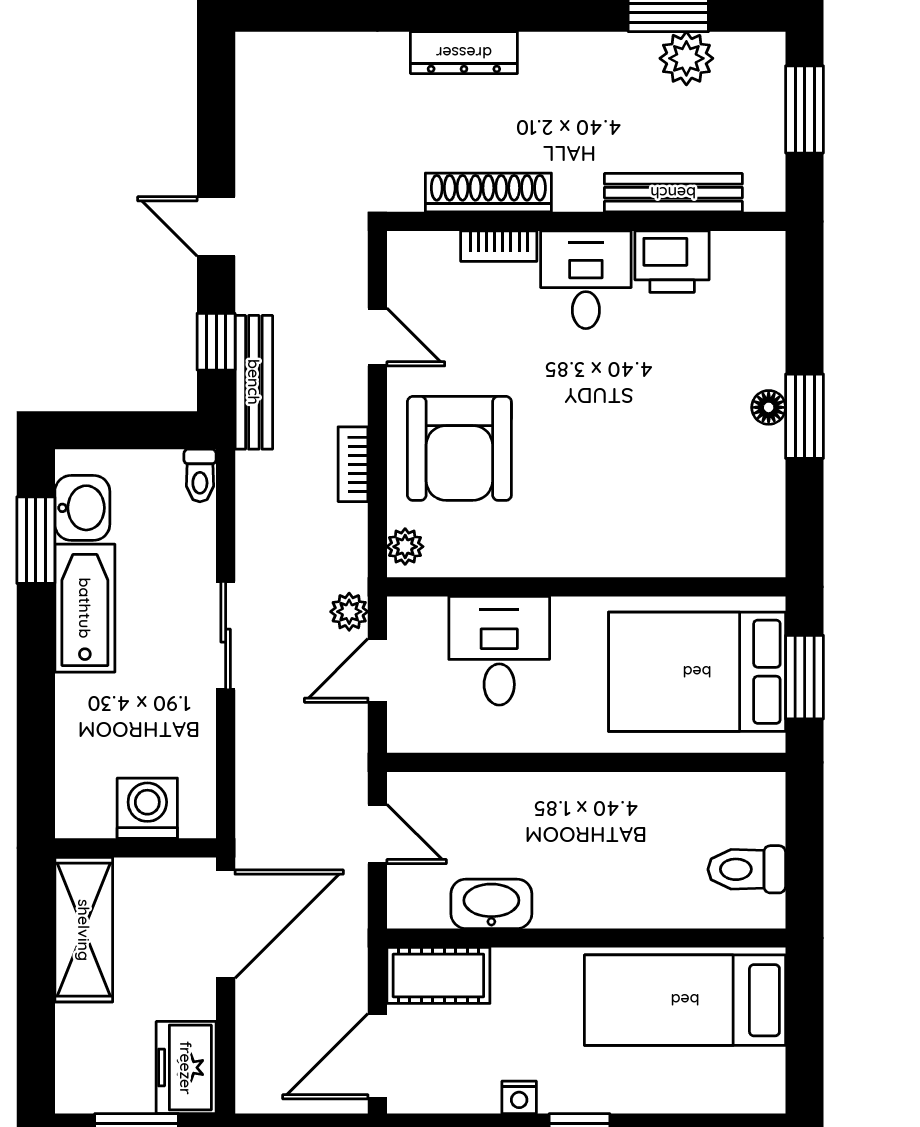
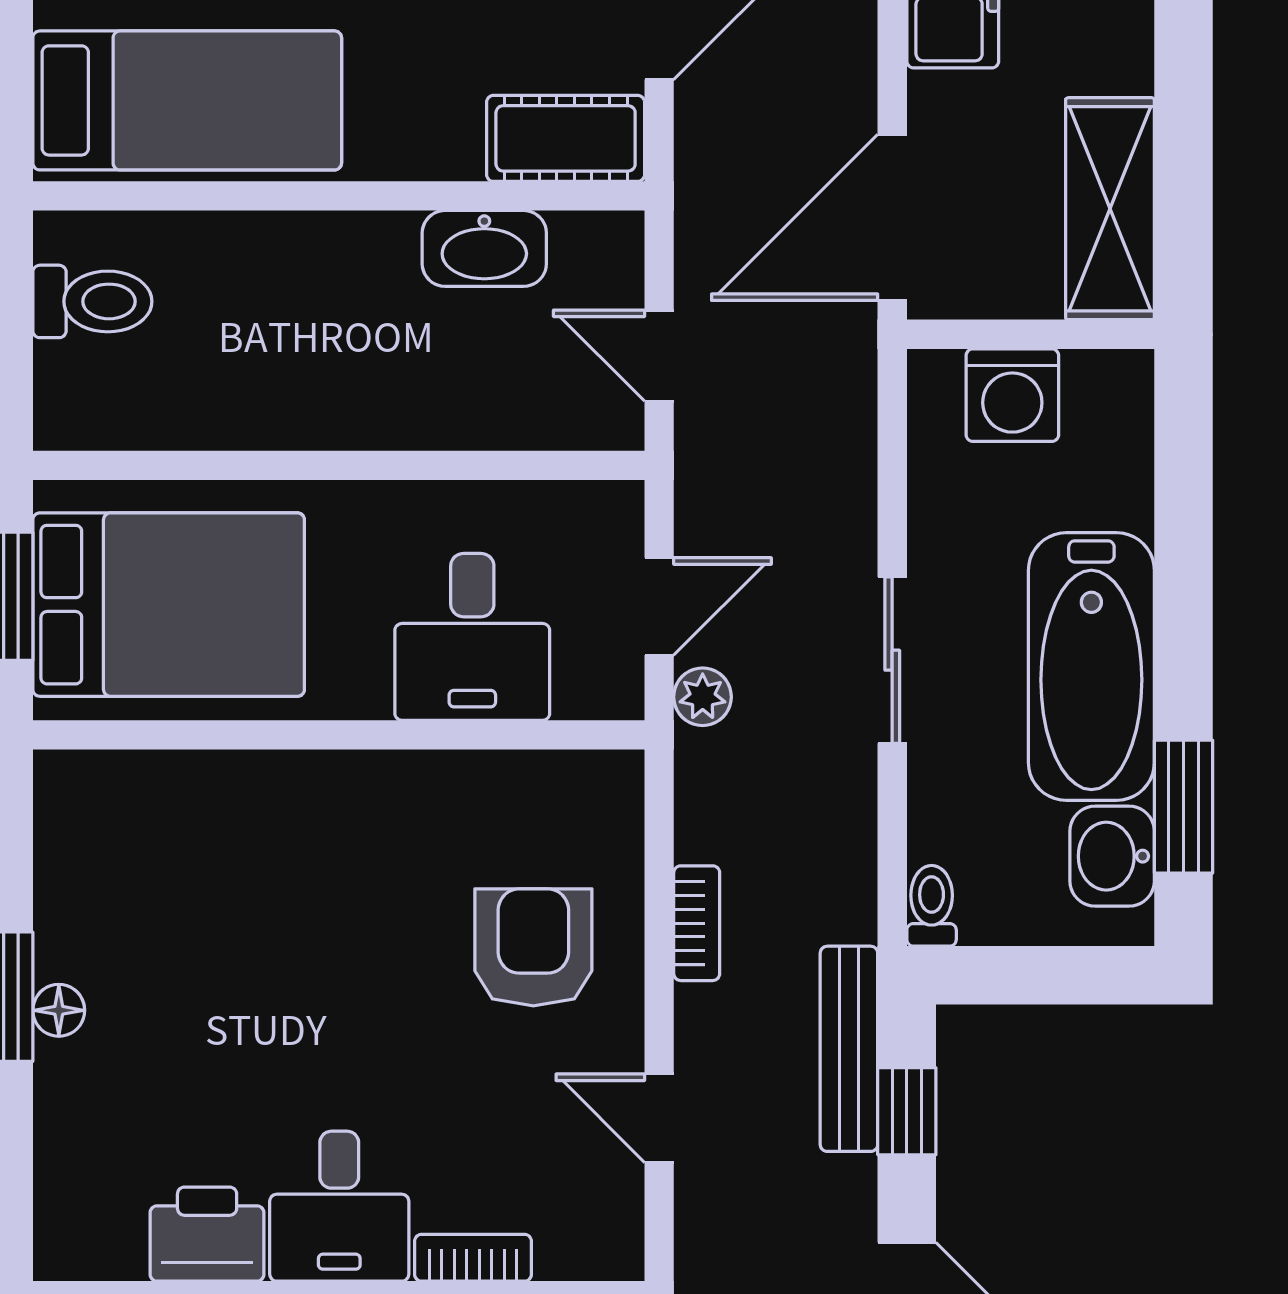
armchair: (459, 448) -> (533, 947), width x0.73, depth x0.73
plant: (405, 547) -> (617, 797), removed
bathtub: (85, 608) -> (1091, 667), width x1.36, depth x1.36

